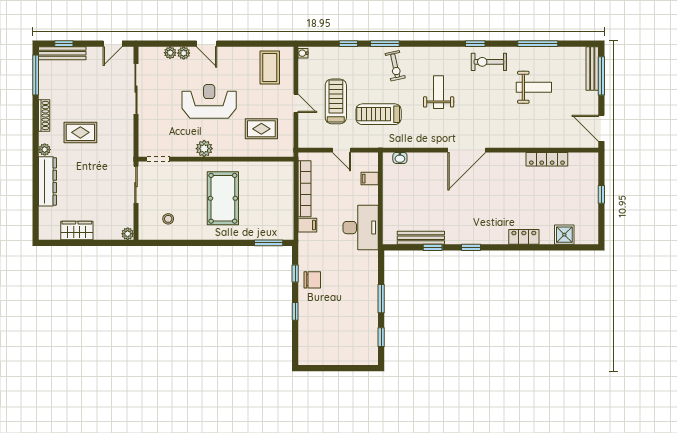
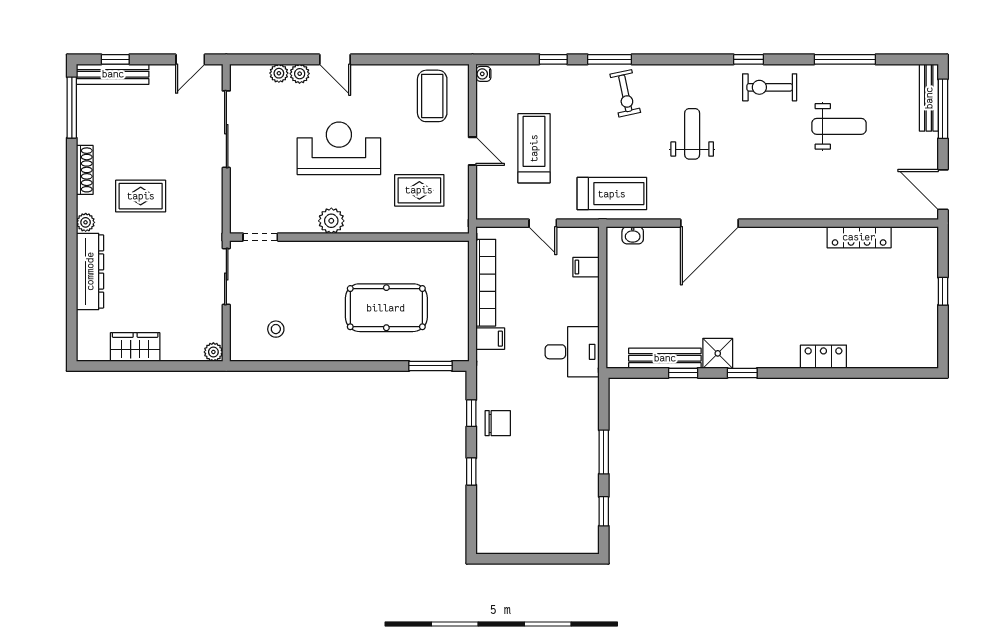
treadmill: (379, 114) -> (612, 194), moved, turned 180
door: (467, 150) -> (709, 223), moved
pool table: (223, 198) -> (386, 308), moved, turned 90
desk: (361, 228) -> (572, 352), width x0.73
shower: (564, 235) -> (718, 353), moved

